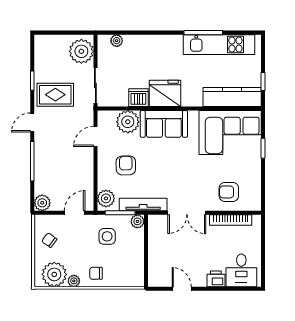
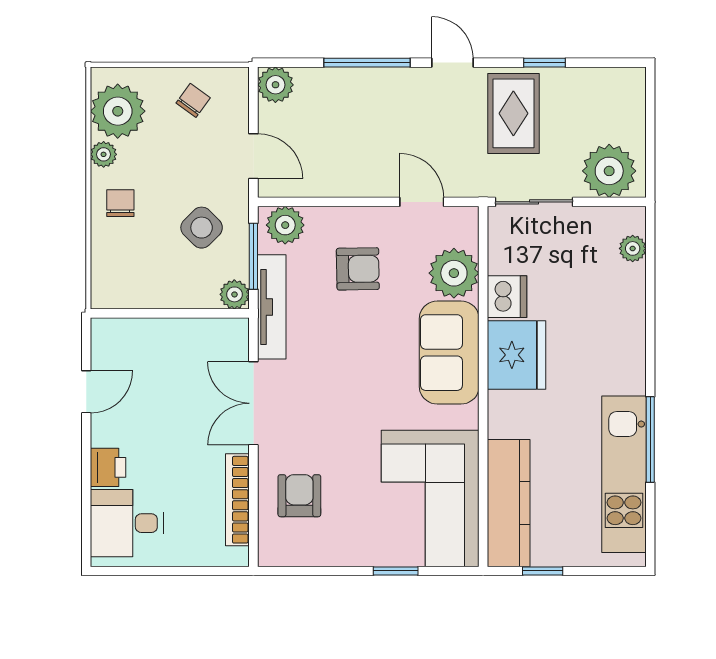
side table: (107, 236) -> (202, 228), turned 45

